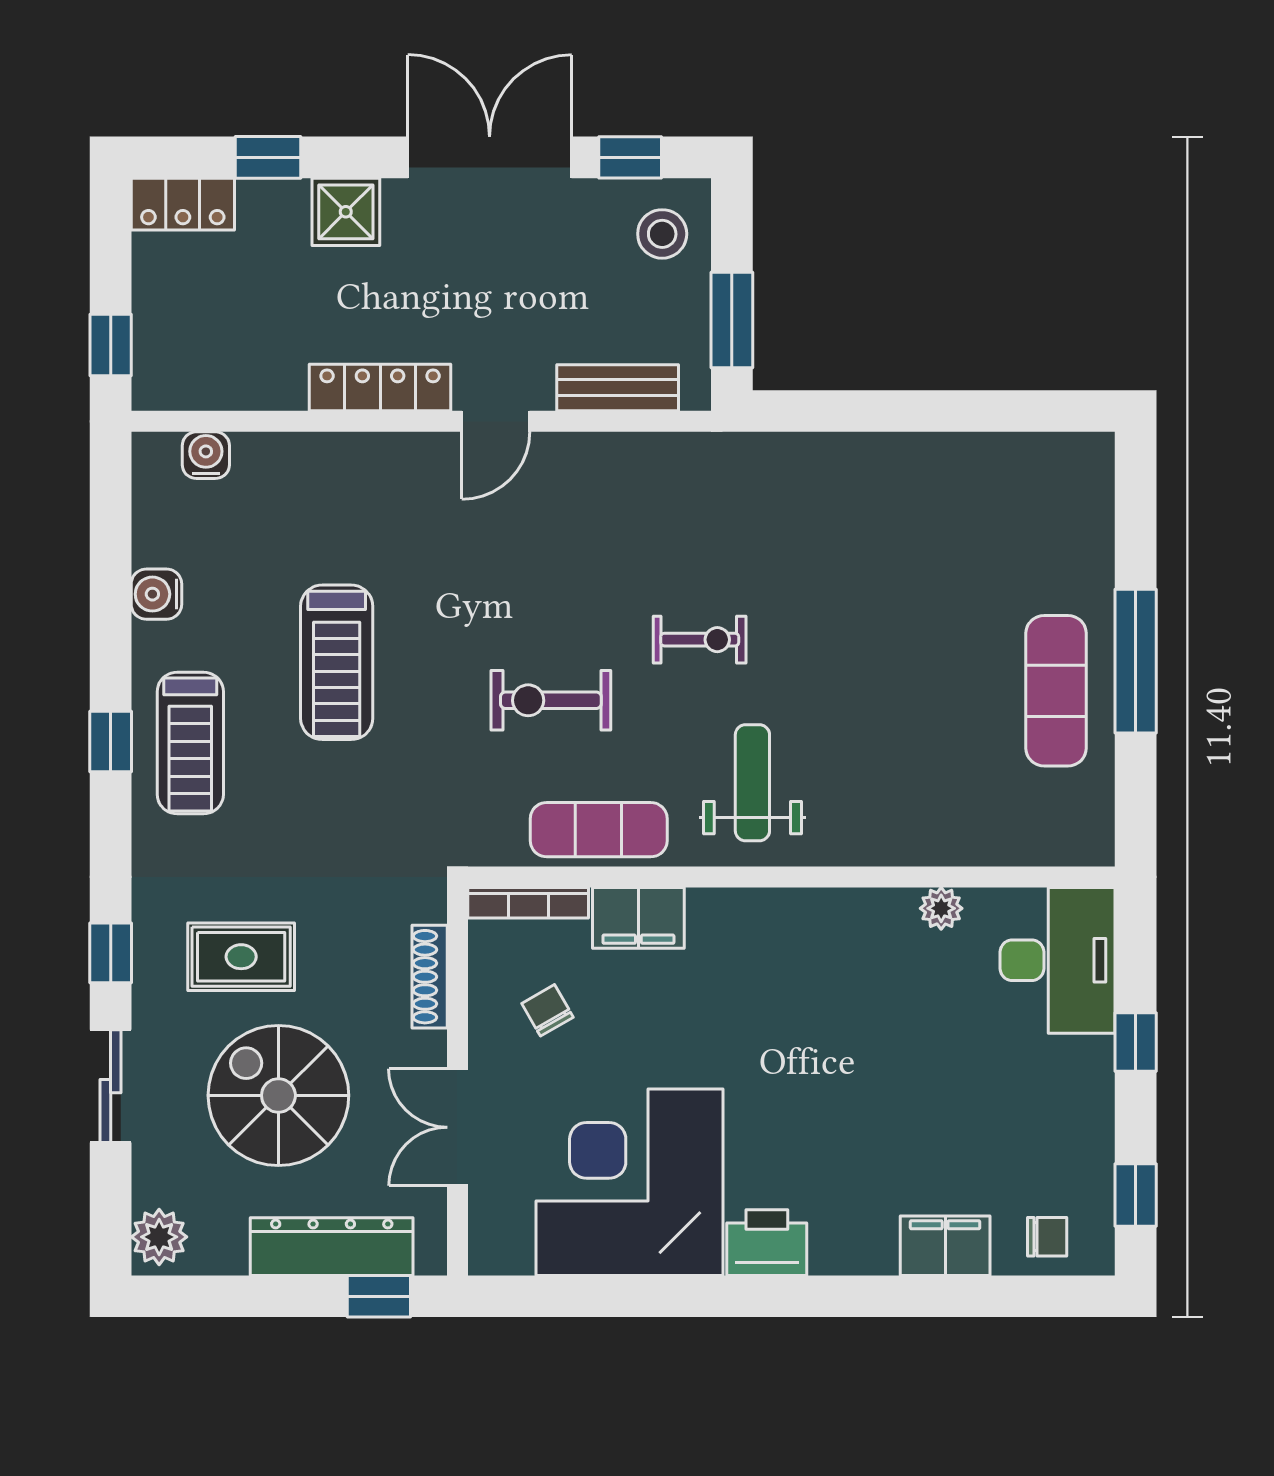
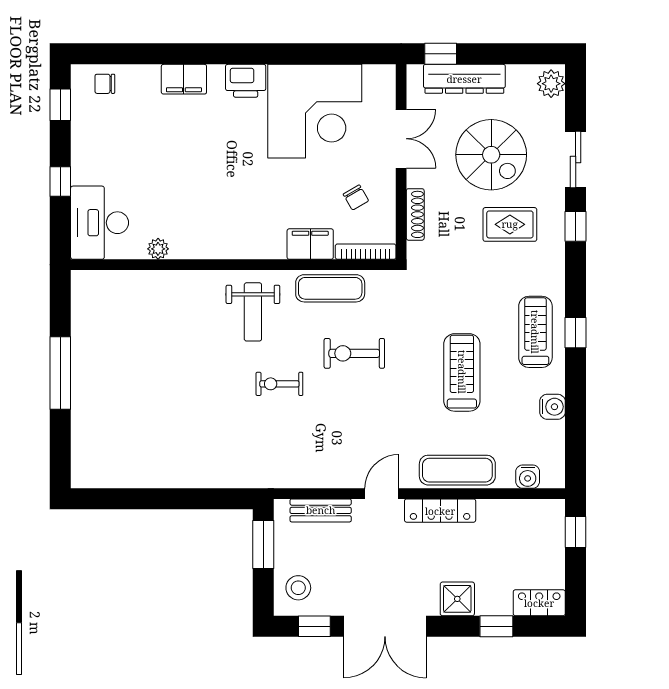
exercise mat: (1056, 691) -> (457, 470), moved, turned 90
exercise bike: (551, 700) -> (354, 353), turned 180
filing cabinet: (945, 1246) -> (184, 79), moved

